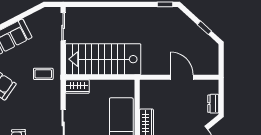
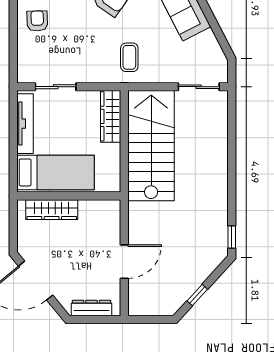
wardrobe: (77, 87) -> (111, 116), width x1.50
dresser: (213, 104) -> (92, 308), width x1.44

